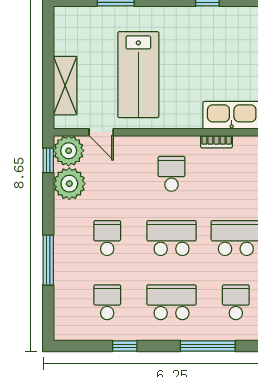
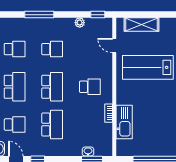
door: (101, 132) -> (114, 46), hinge flipped
plant: (69, 151) -> (103, 26), removed
plant: (69, 184) -> (80, 23), width x0.53, depth x0.53

